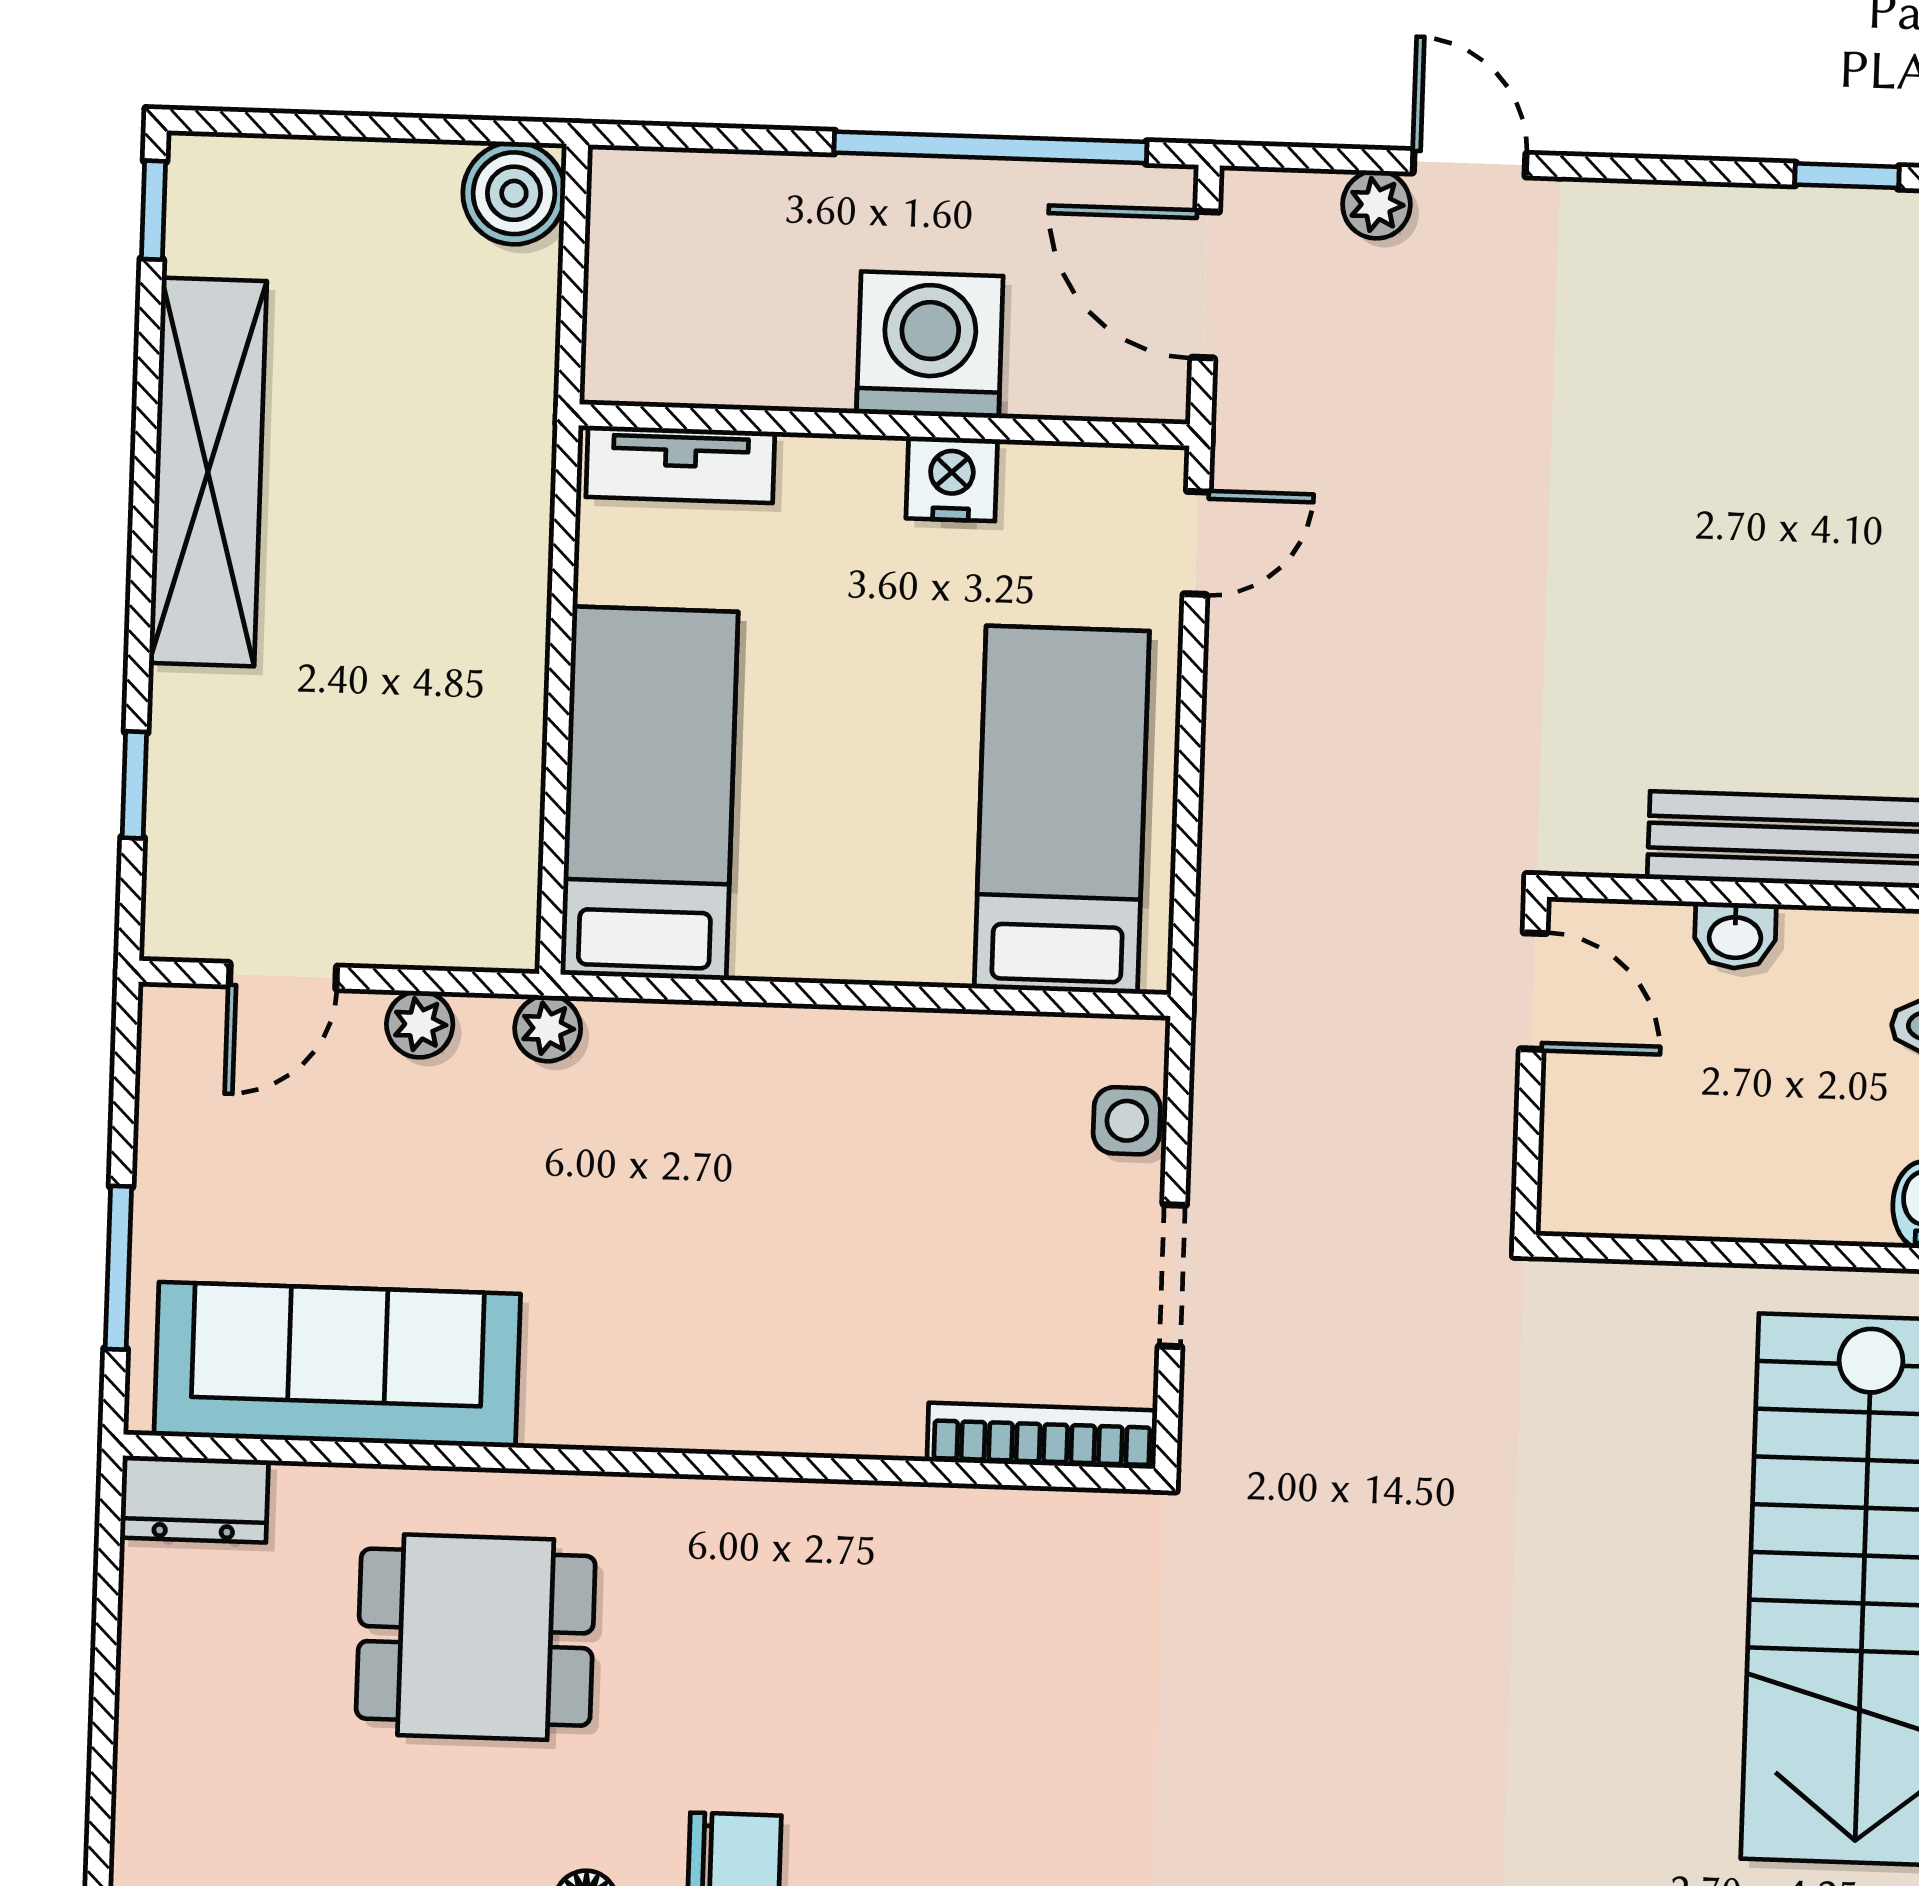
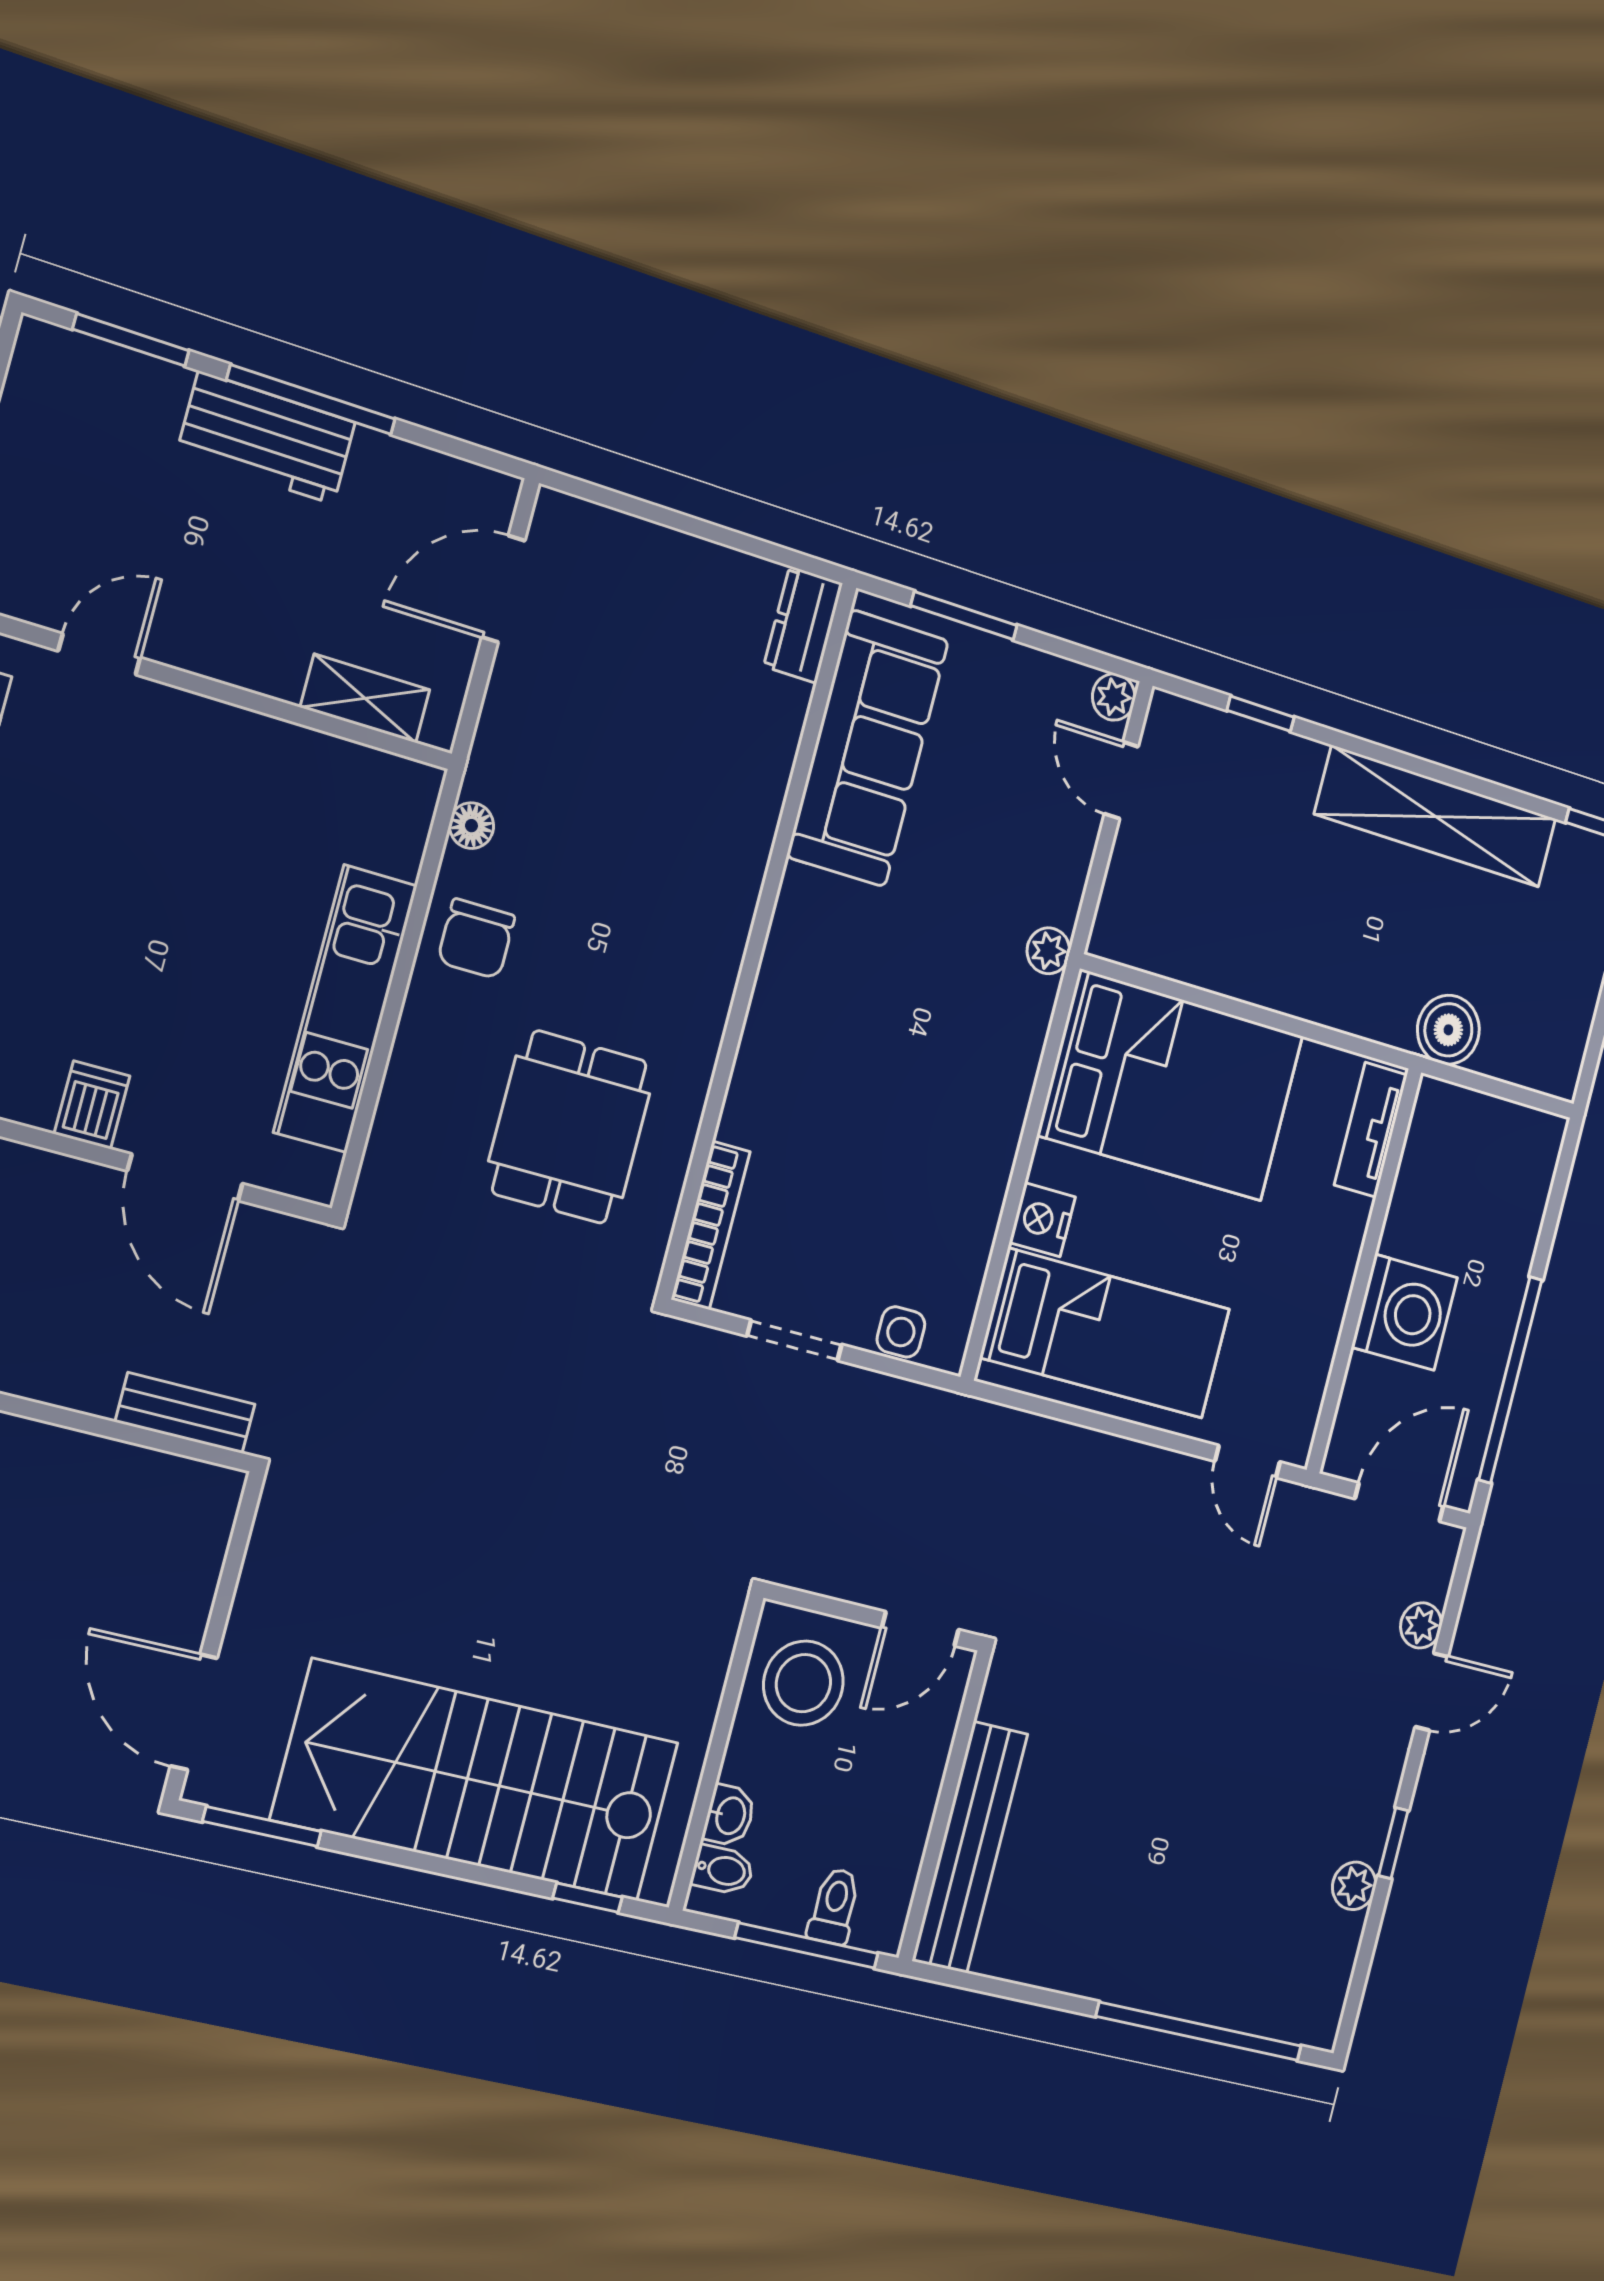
window: (1847, 176) -> (1393, 1843), moved
boiler: (514, 193) -> (1448, 1030), moved
plant: (1774, 220) -> (1354, 1886), added
nightstand: (952, 479) -> (1042, 1220), moved, turned 180
bed: (649, 793) -> (1171, 1085), width x1.50
washbasin: (1735, 936) -> (729, 1815), moved, turned 180
plant: (420, 1024) -> (1114, 697), moved
stool: (1642, 1148) -> (803, 1683), added
dining table: (476, 1637) -> (569, 1127), moved

